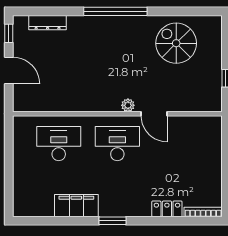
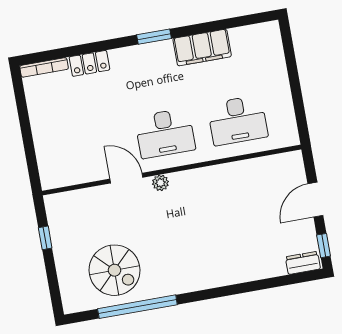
window: (115, 11) -> (137, 307), moved
dresser: (48, 23) -> (303, 263), moved, width x0.70
door: (9, 70) -> (315, 200), hinge flipped

